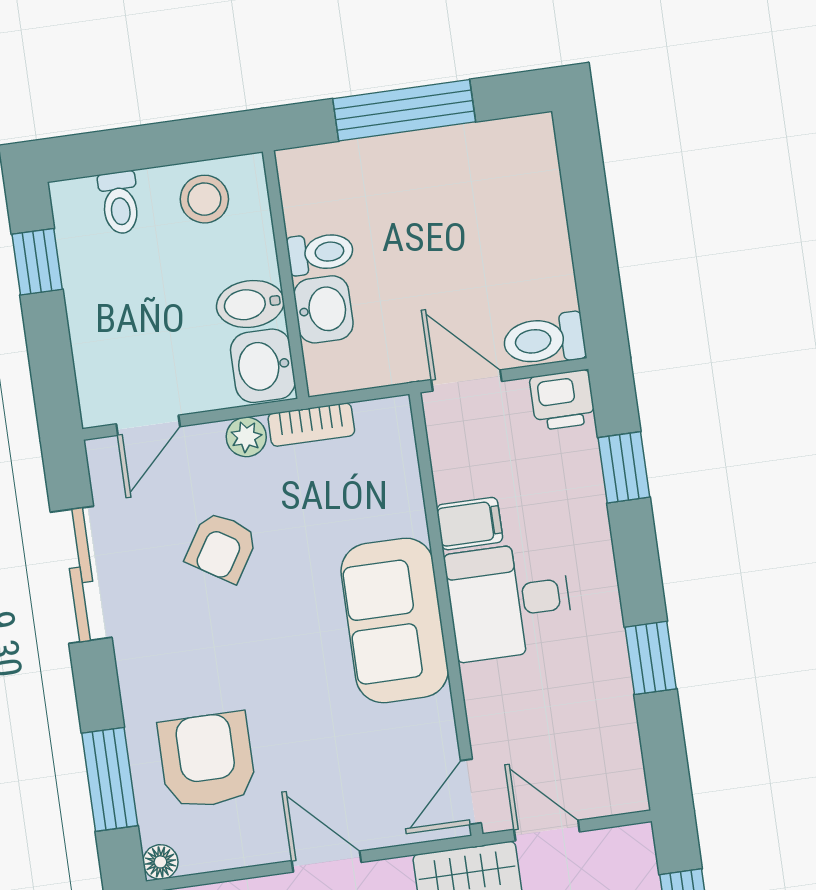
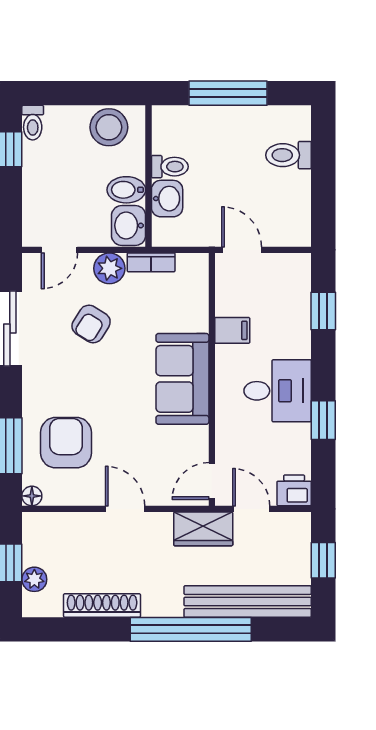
stool: (204, 199) -> (109, 127), width x1.38, depth x1.38
toilet: (120, 203) -> (33, 123), moved
toilet: (544, 340) -> (289, 155), moved
printer: (563, 400) -> (294, 490), moved, turned 180
plant: (246, 437) -> (109, 268), width x1.38, depth x1.38
desk: (509, 601) -> (278, 391), moved, turned 180

